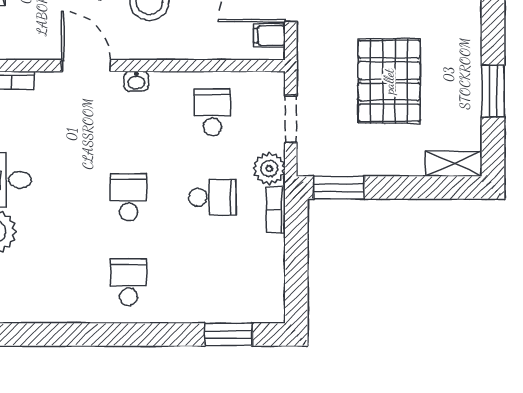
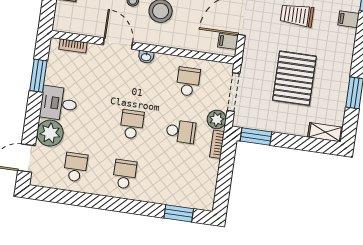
doorway: (291, 119) -> (233, 92), width x1.38
school desk: (45, 282) -> (75, 167), added

